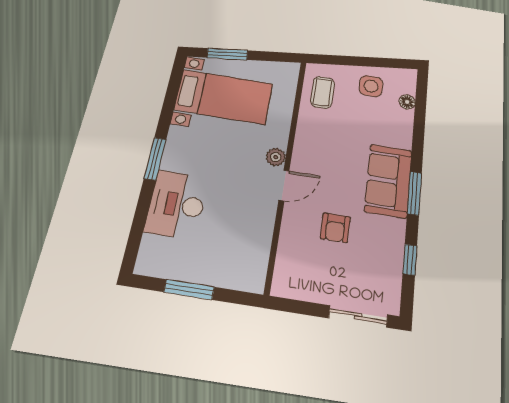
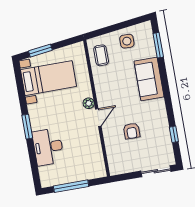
floor lamp: (407, 102) -> (150, 44), removed
sofa: (388, 181) -> (149, 79), moved
window: (414, 193) -> (158, 45), moved
window: (189, 290) -> (71, 186), width x1.44

